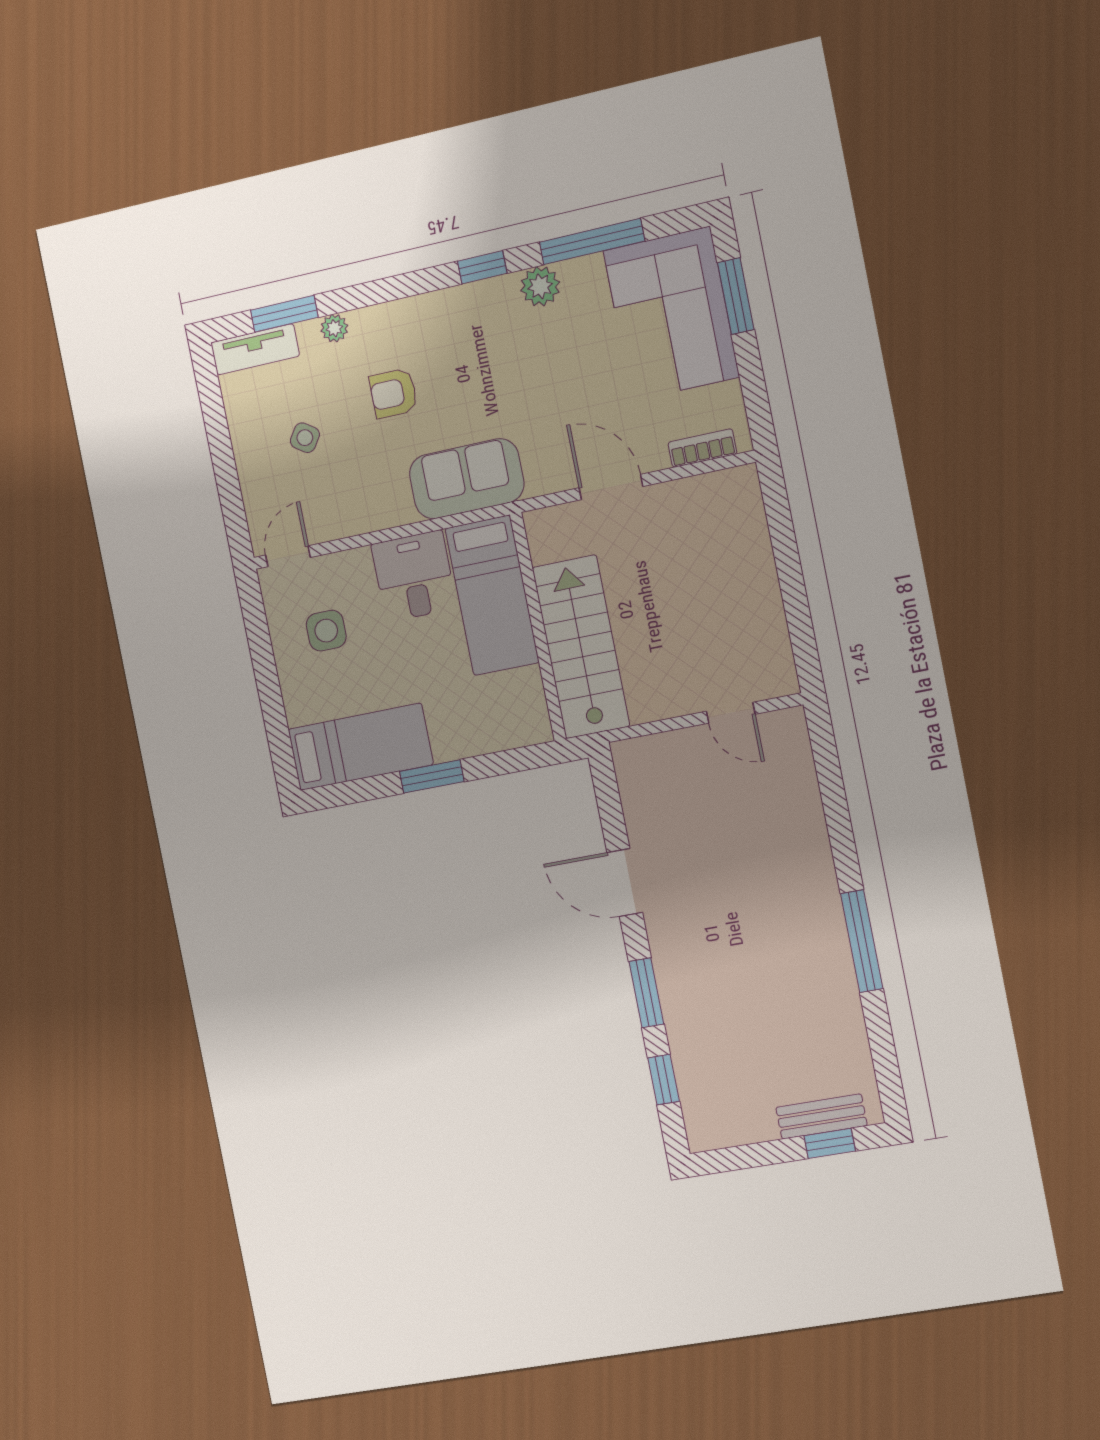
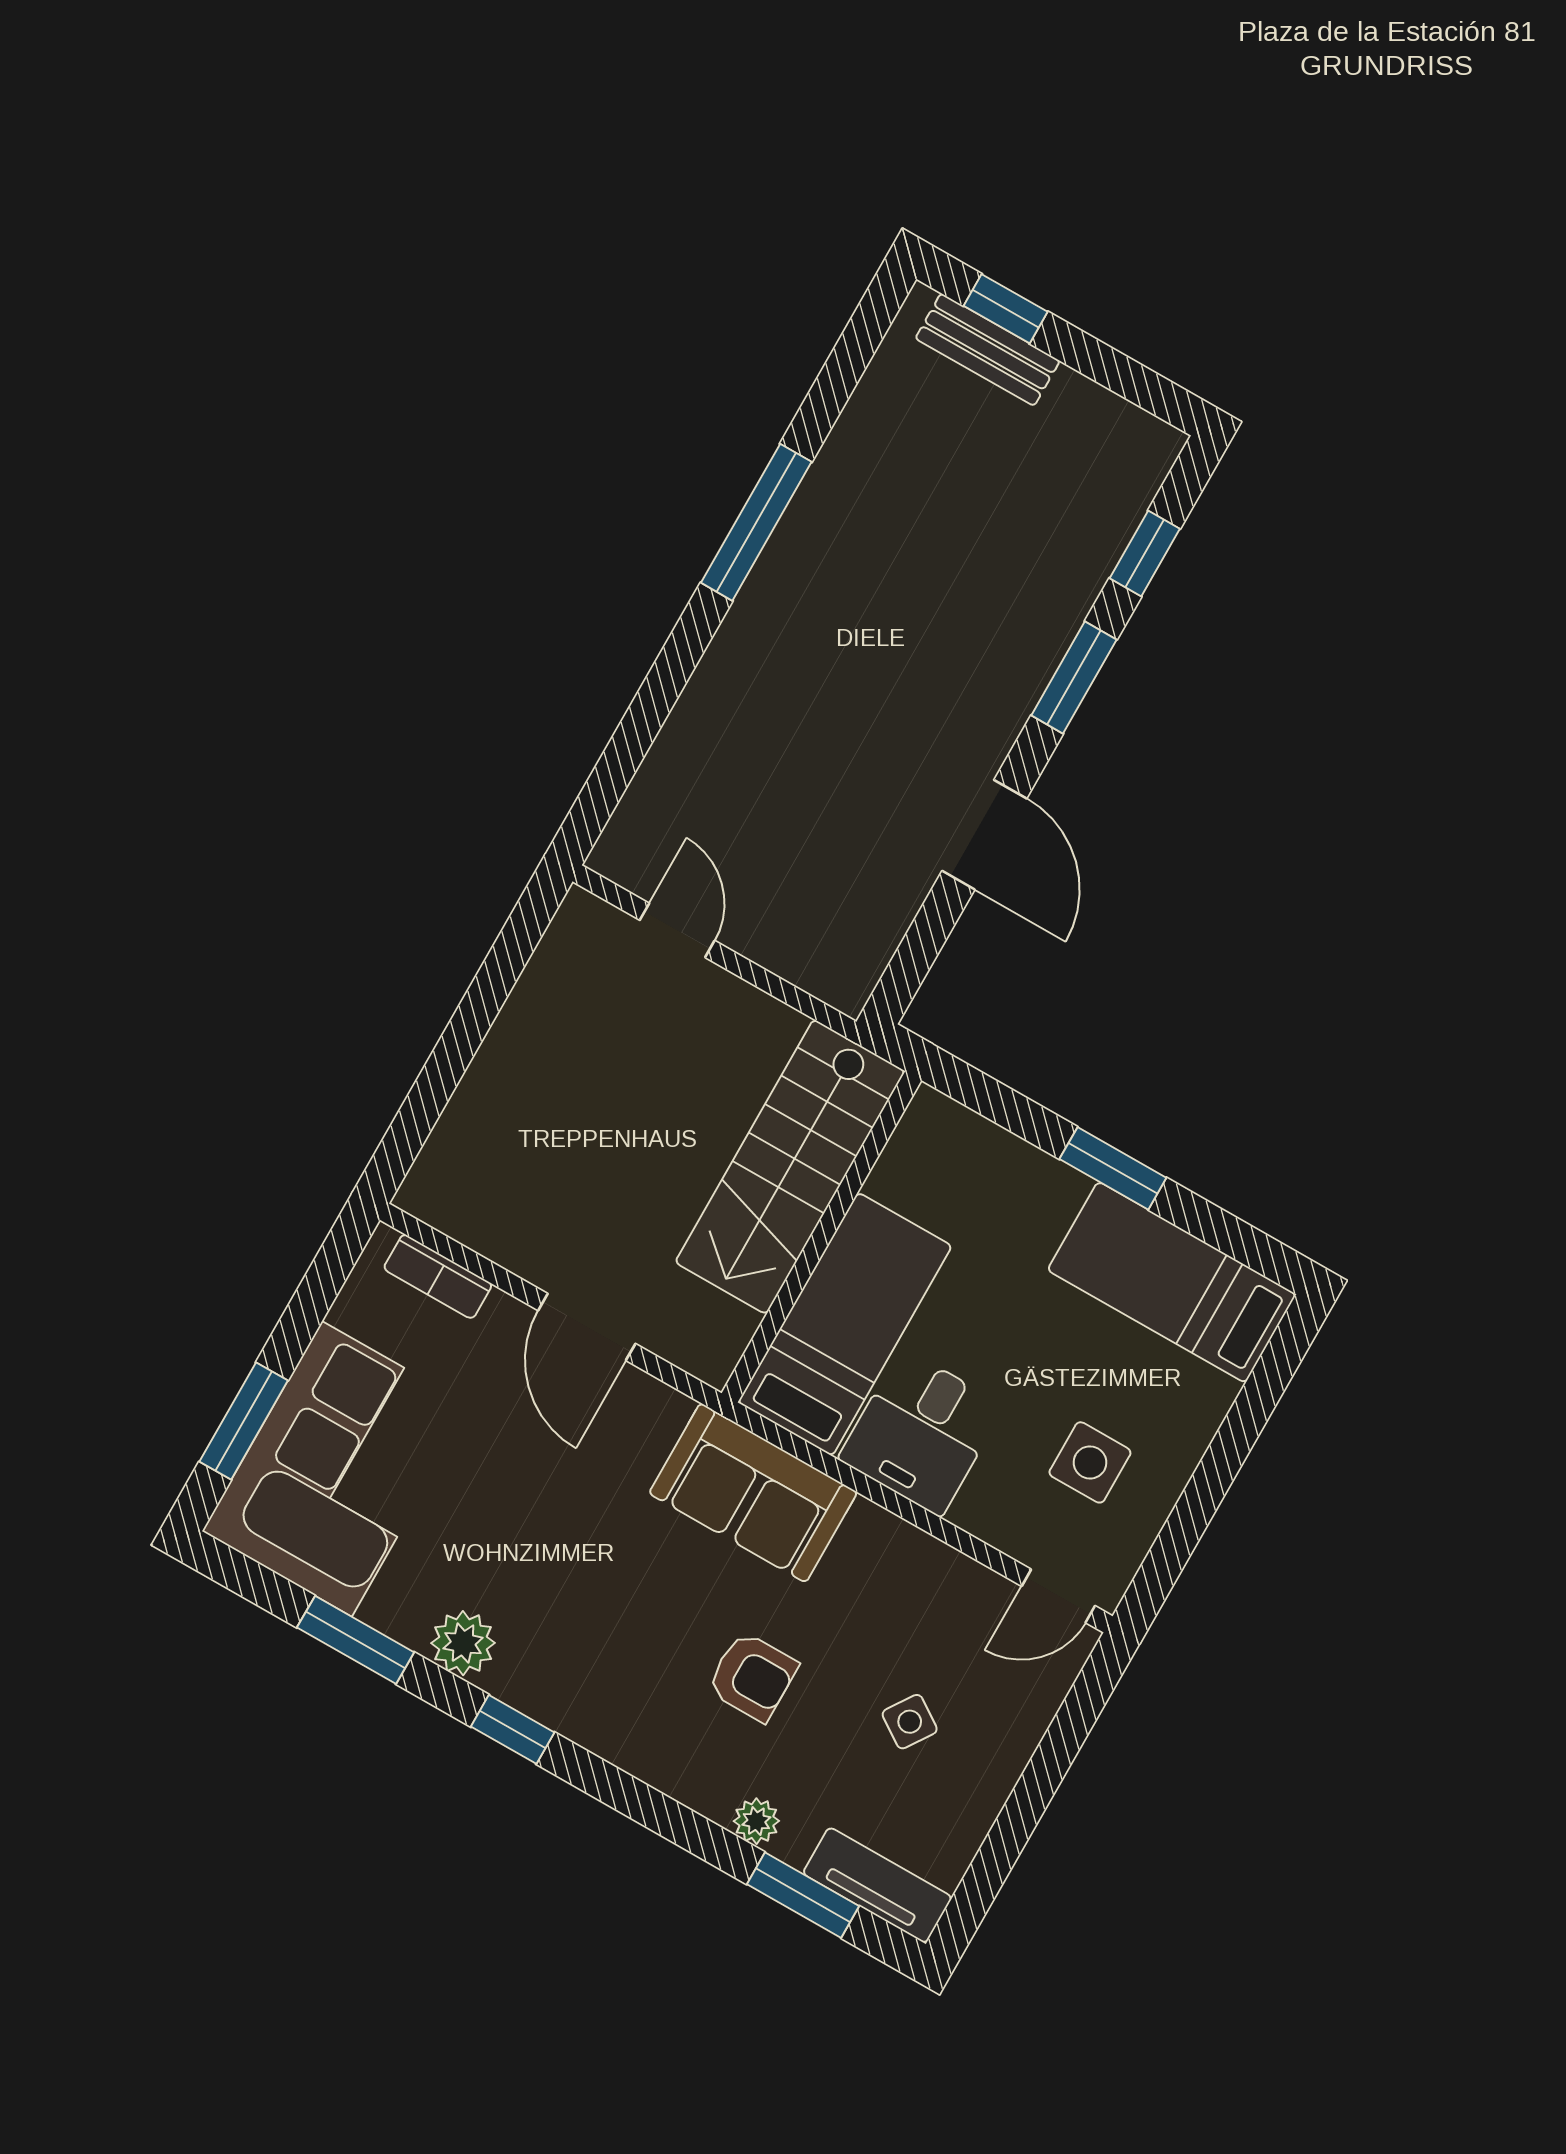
window: (592, 242) -> (356, 1640), width x0.69

